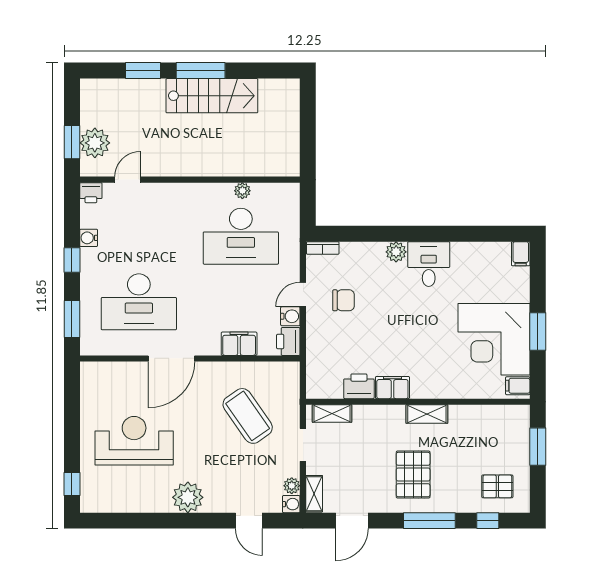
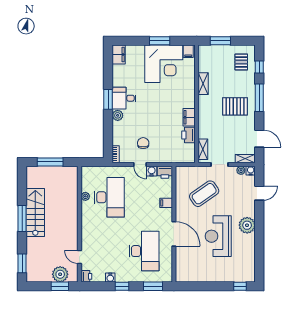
window: (143, 71) -> (22, 263), moved
window: (308, 124) -> (50, 162), added
window: (427, 234) -> (108, 99), added
filing cabinet: (521, 254) -> (119, 54), width x2.00
filing cabinet: (239, 344) -> (166, 203), width x0.50
shelving: (427, 414) -> (203, 84), moved
reception desk: (134, 441) -> (218, 236), moved

